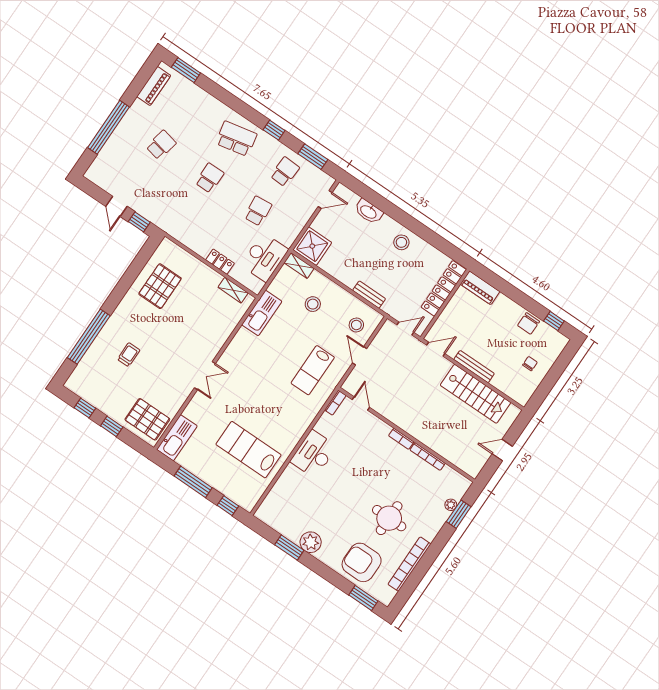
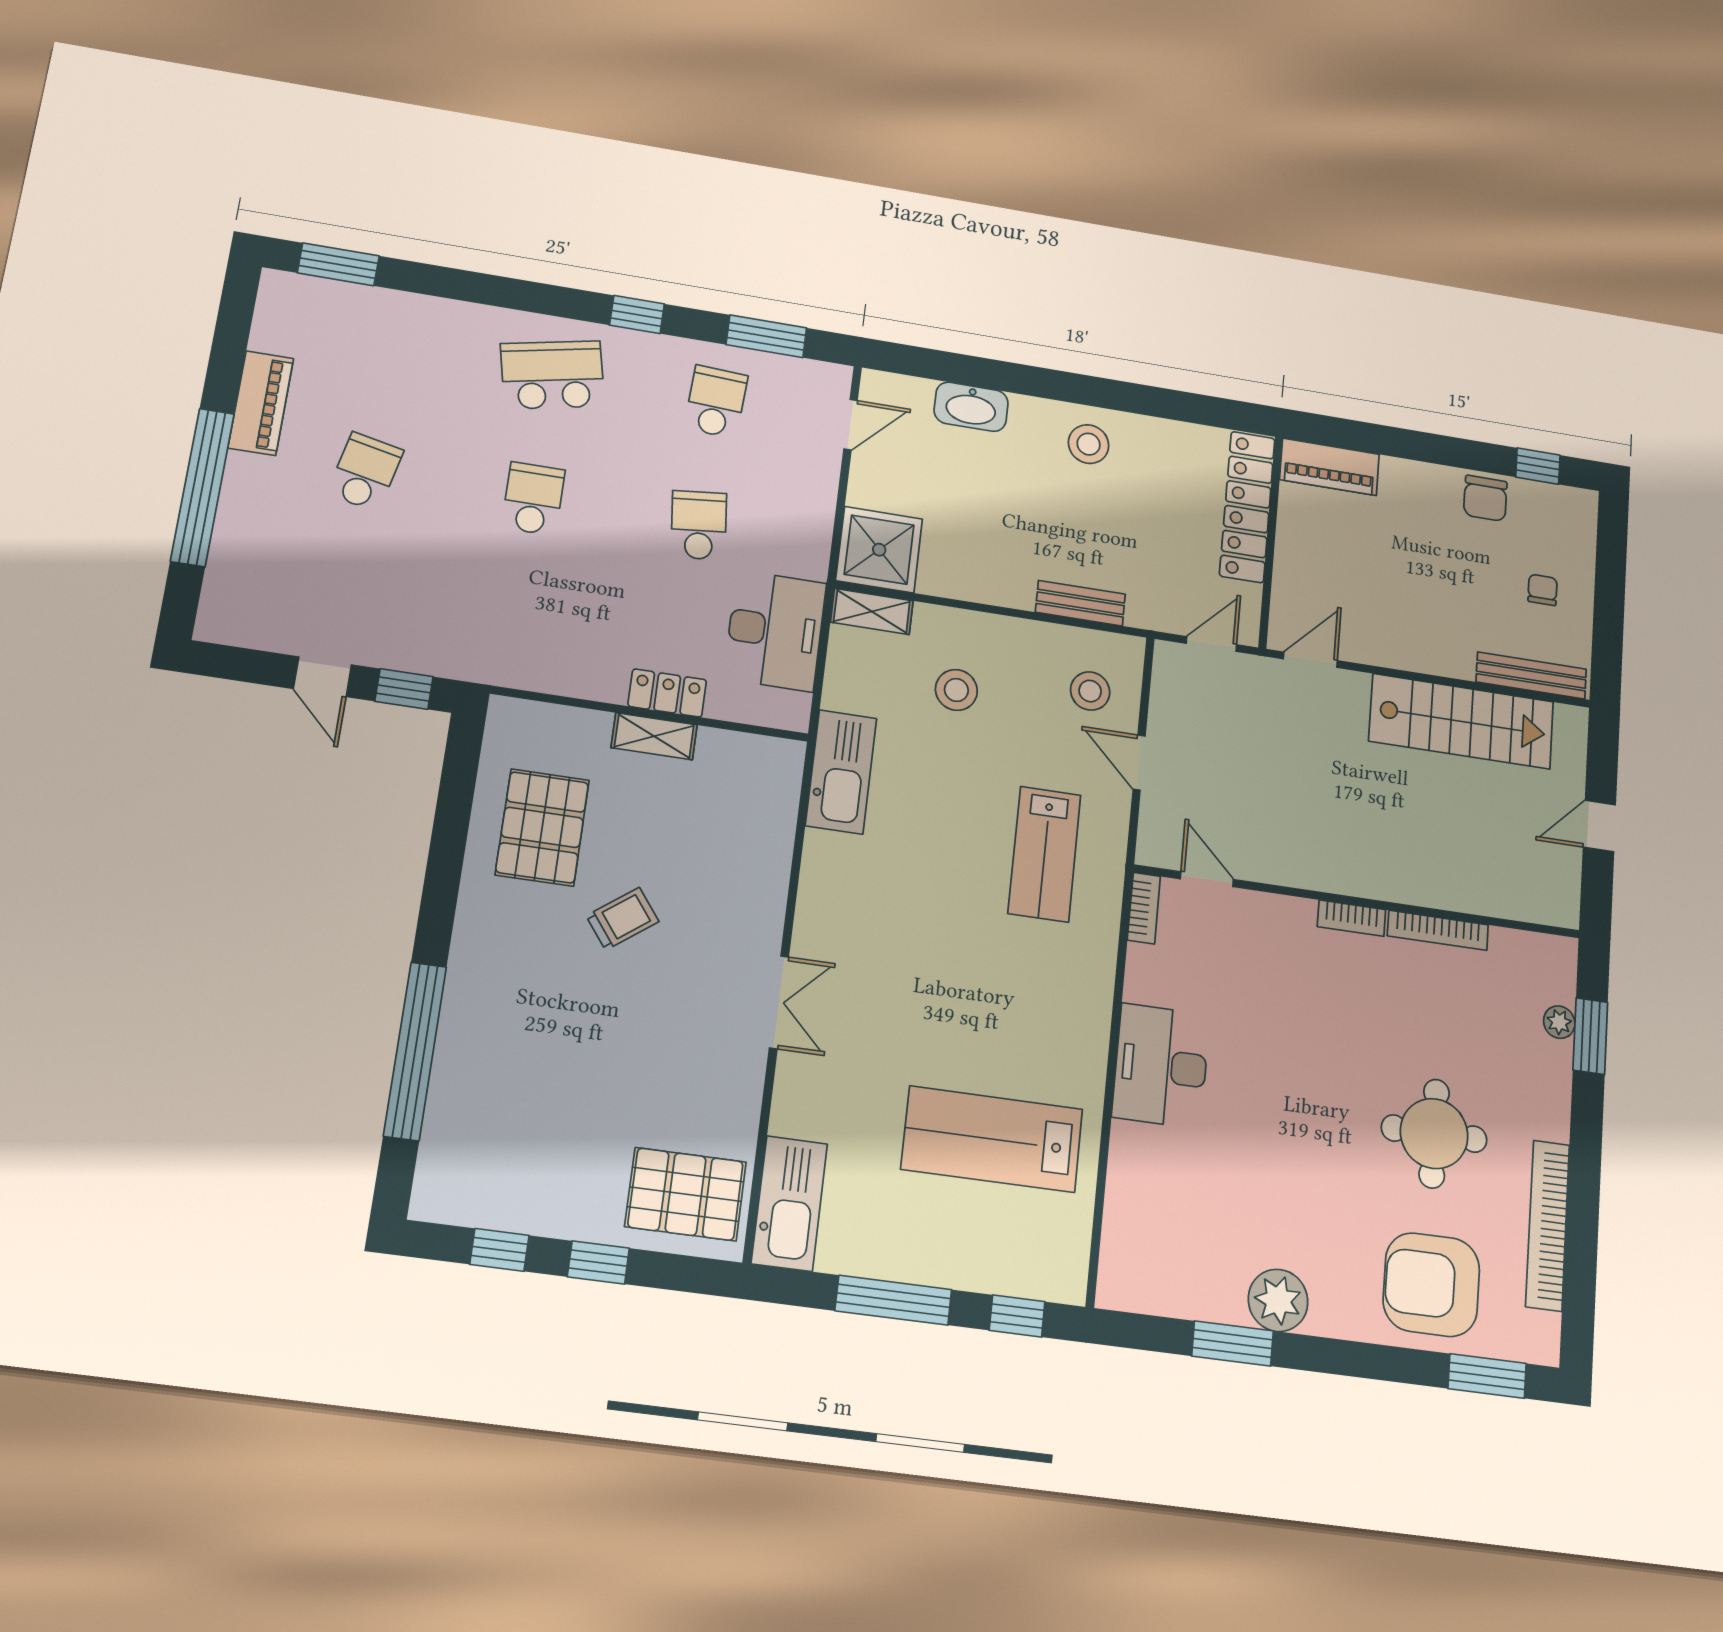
piano: (154, 86) -> (261, 403), moved
shelving: (233, 290) -> (654, 736), moved
trolley: (129, 355) -> (623, 919), moved, turned 53
bench: (474, 367) -> (1531, 676), moved

